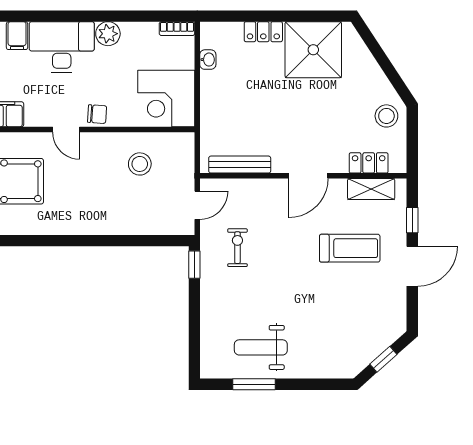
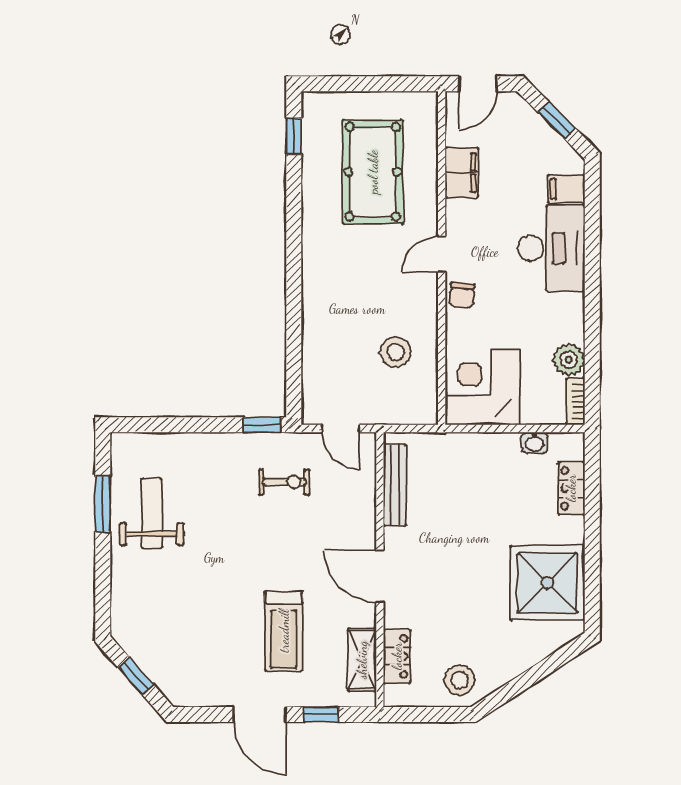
locker: (263, 32) -> (571, 488), moved
plant: (108, 34) -> (569, 360), moved

